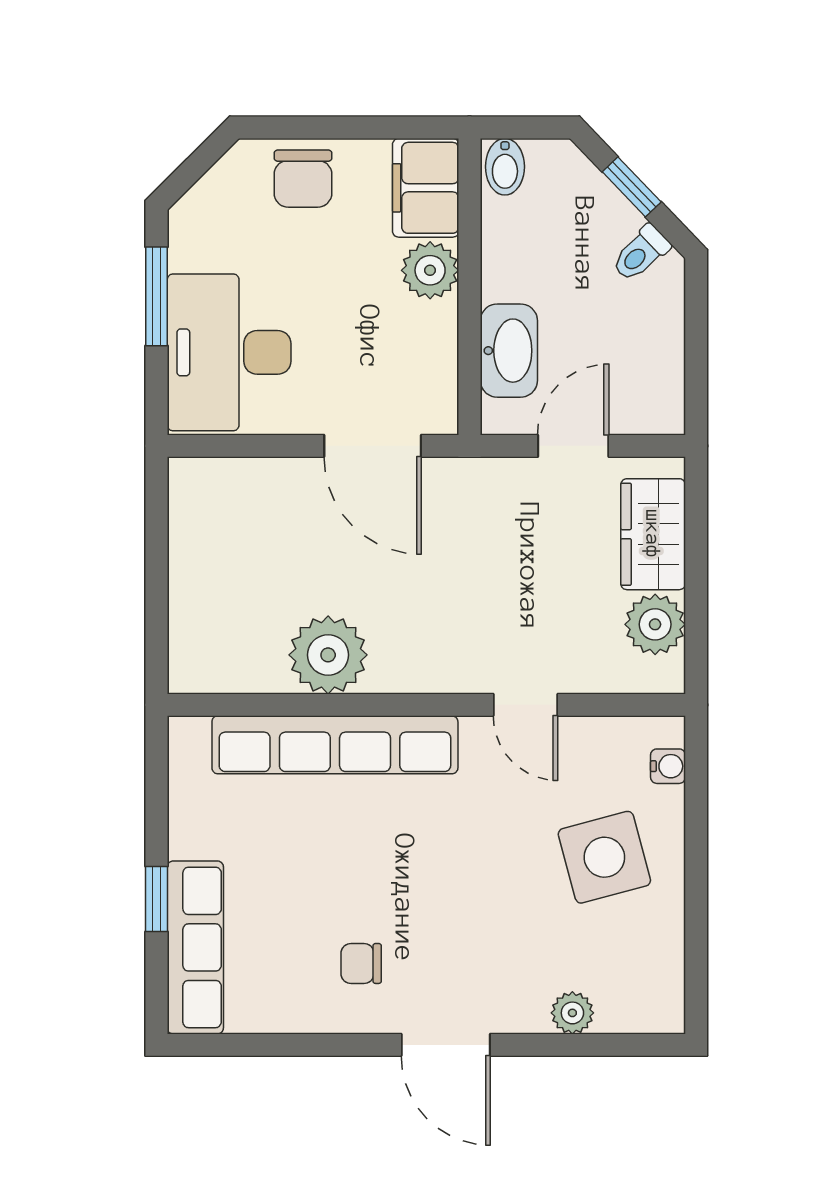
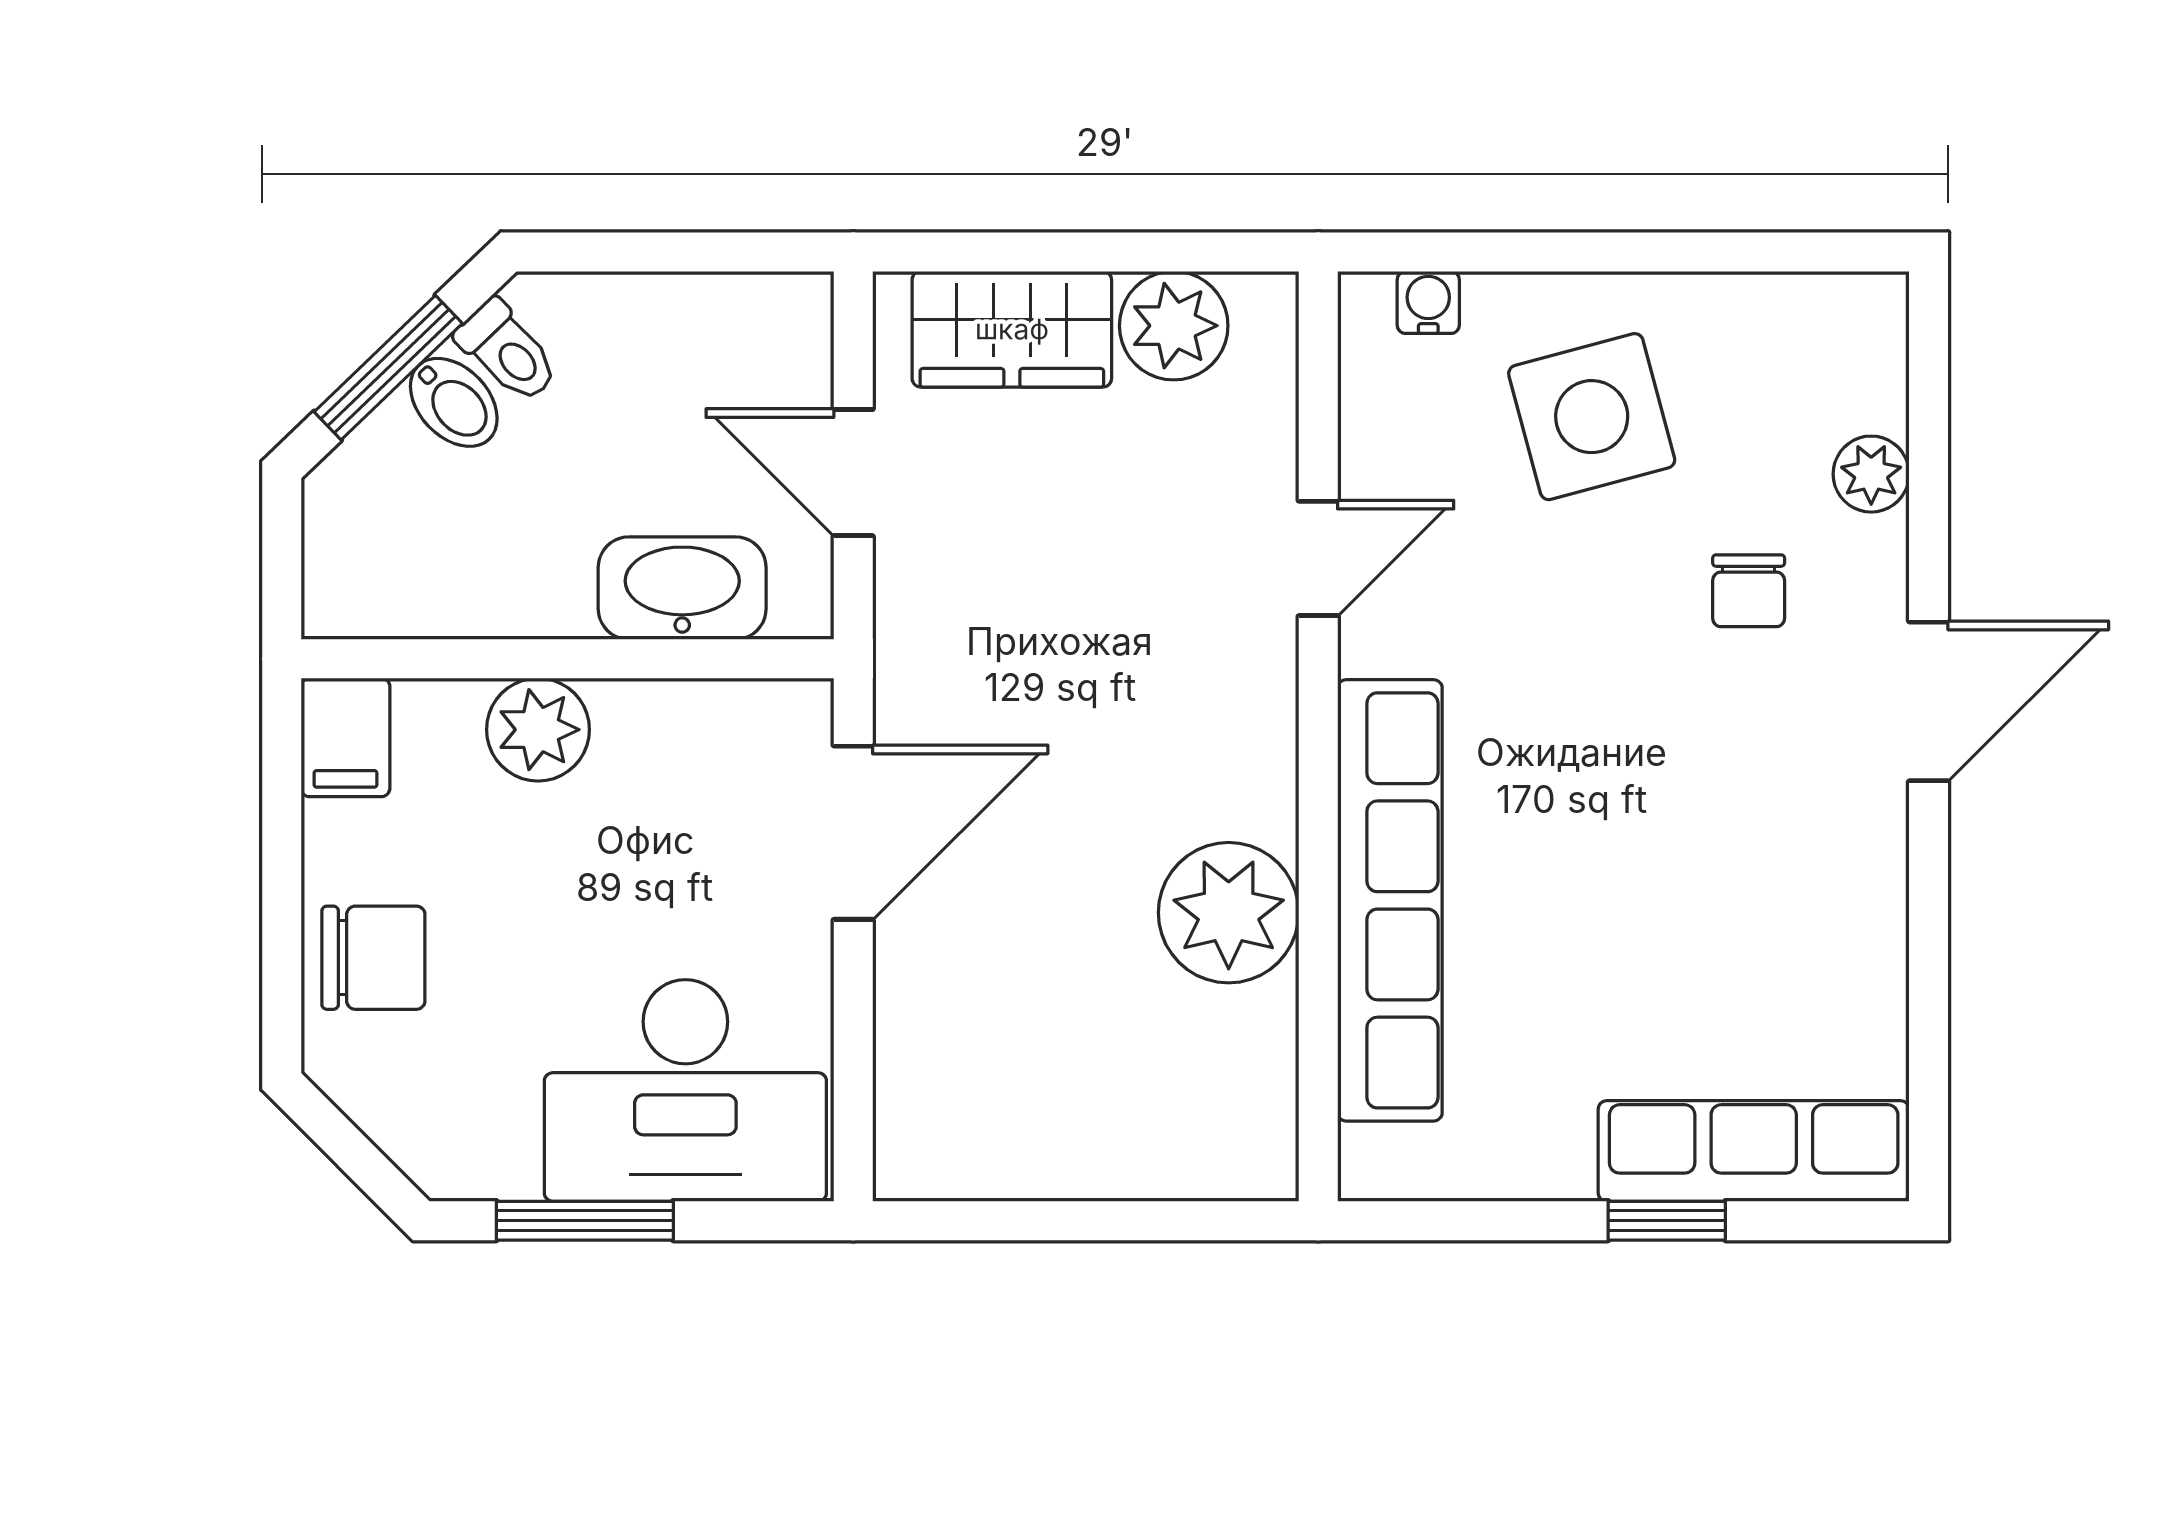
bidet: (505, 167) -> (454, 402), moved, turned 46
window: (632, 187) -> (388, 368), width x1.50
filing cabinet: (426, 188) -> (345, 737), width x0.50
chair: (361, 963) -> (1749, 591), moved

